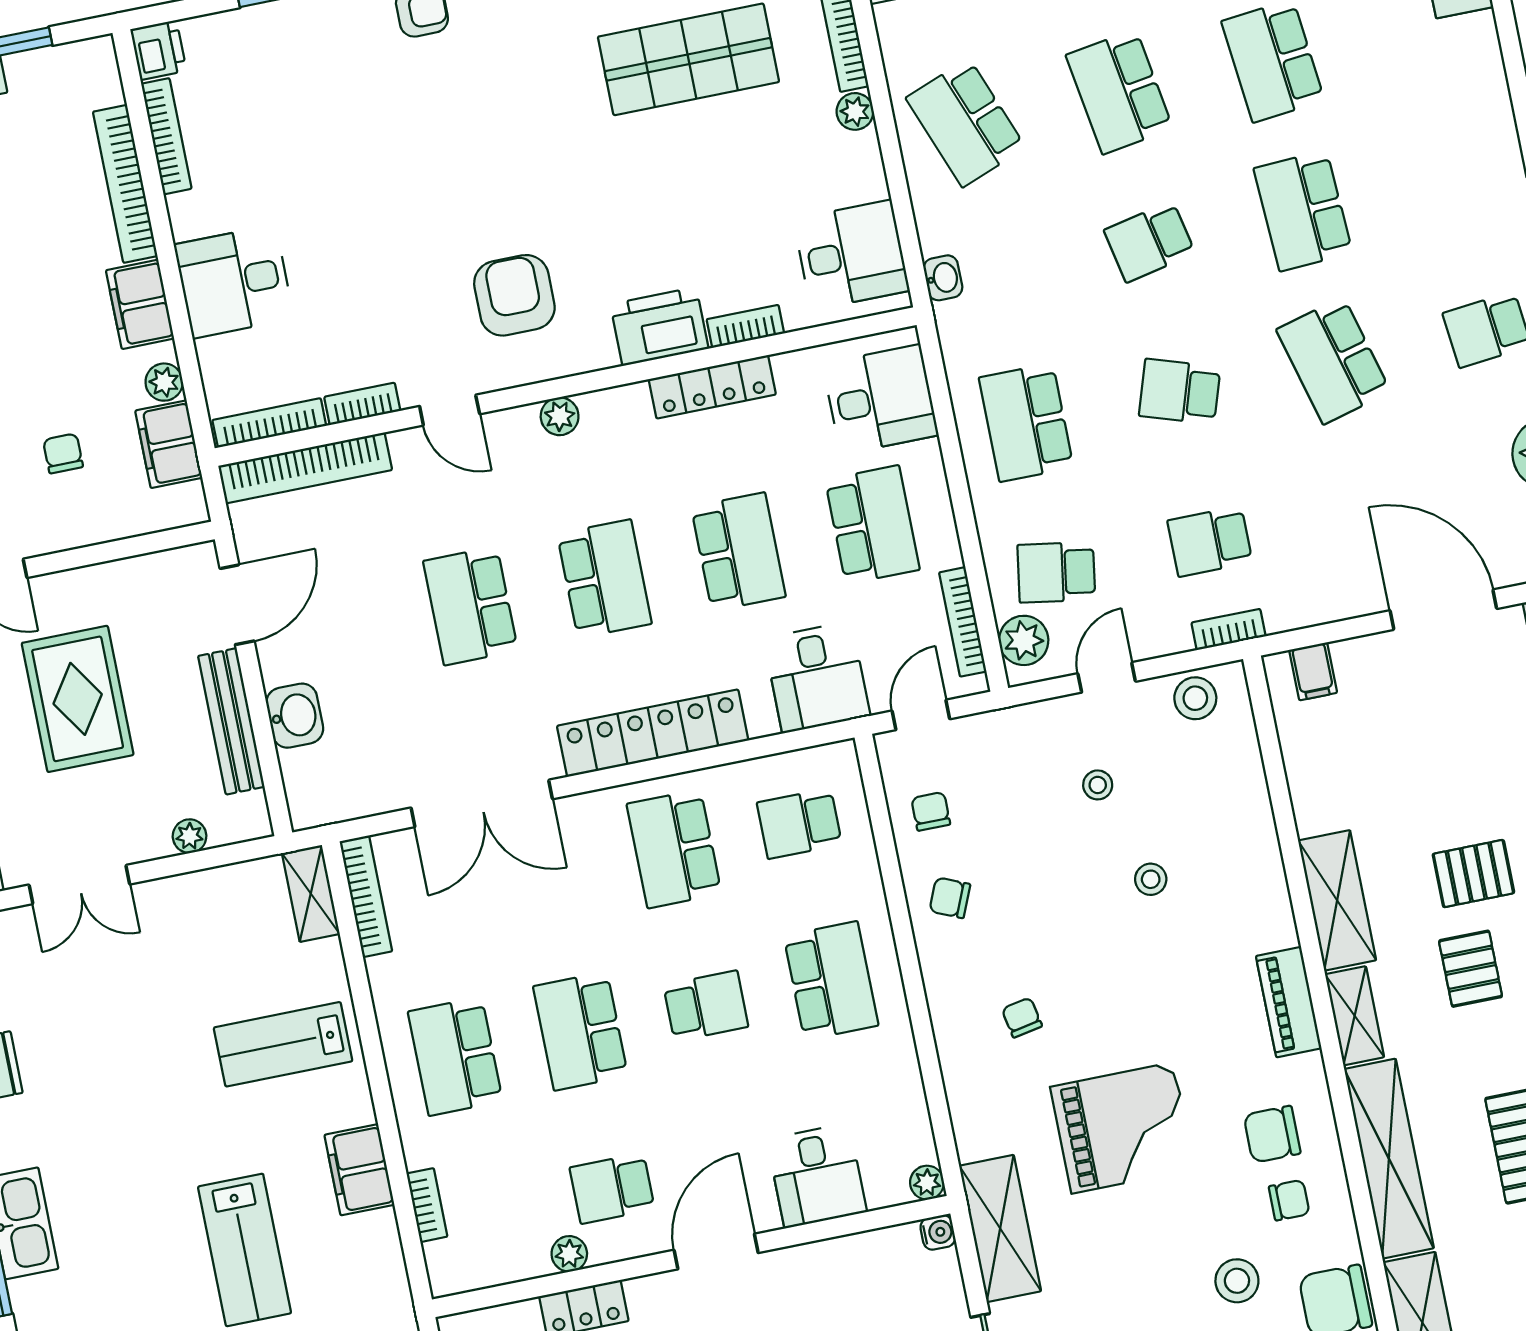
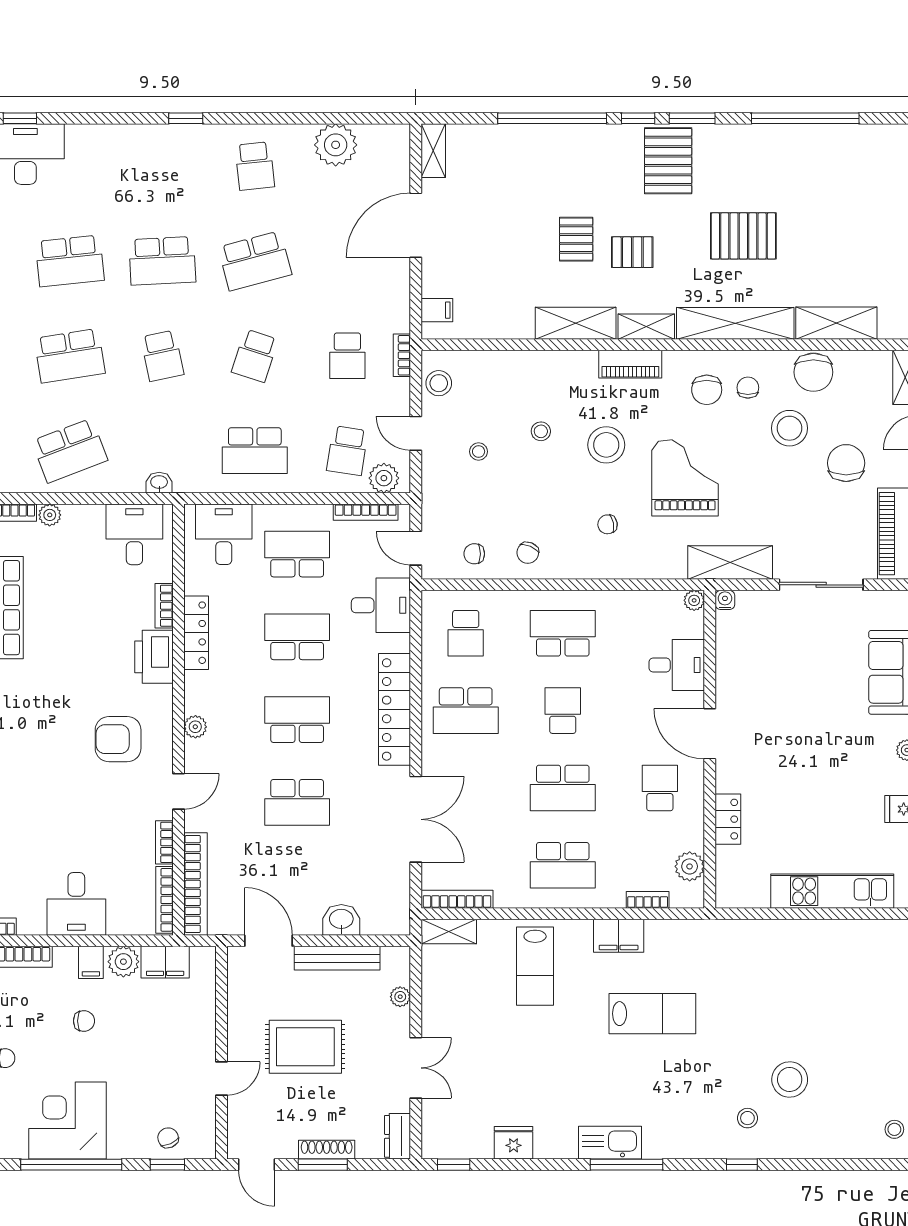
filing cabinet: (140, 304) -> (91, 962), width x0.50
plant: (164, 382) -> (123, 962), width x1.38, depth x1.38
chair: (63, 453) -> (84, 1021), moved, turned 180
stool: (1150, 990) -> (606, 445), added
school desk: (612, 1188) -> (660, 788), turned 180
plant: (569, 1254) -> (690, 866), moved, width x1.38, depth x1.38
stool: (1237, 1281) -> (789, 428), width x1.38, depth x1.38

